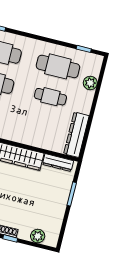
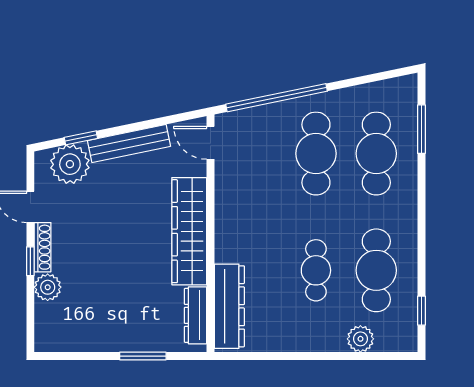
dresser: (76, 135) -> (229, 306), moved, turned 90
plant: (38, 236) -> (48, 287), moved

